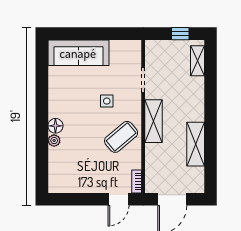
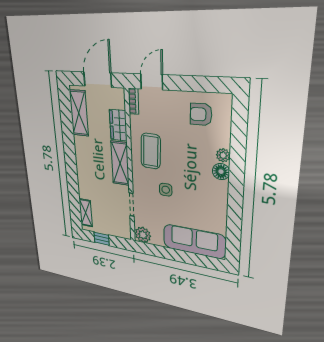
plant: (132, 49) -> (143, 235), added
coffee table: (121, 137) -> (151, 151), turned -48
shelving: (196, 144) -> (79, 113), moved
wardrobe: (153, 158) -> (118, 125), added
armchair: (74, 174) -> (201, 114), added

